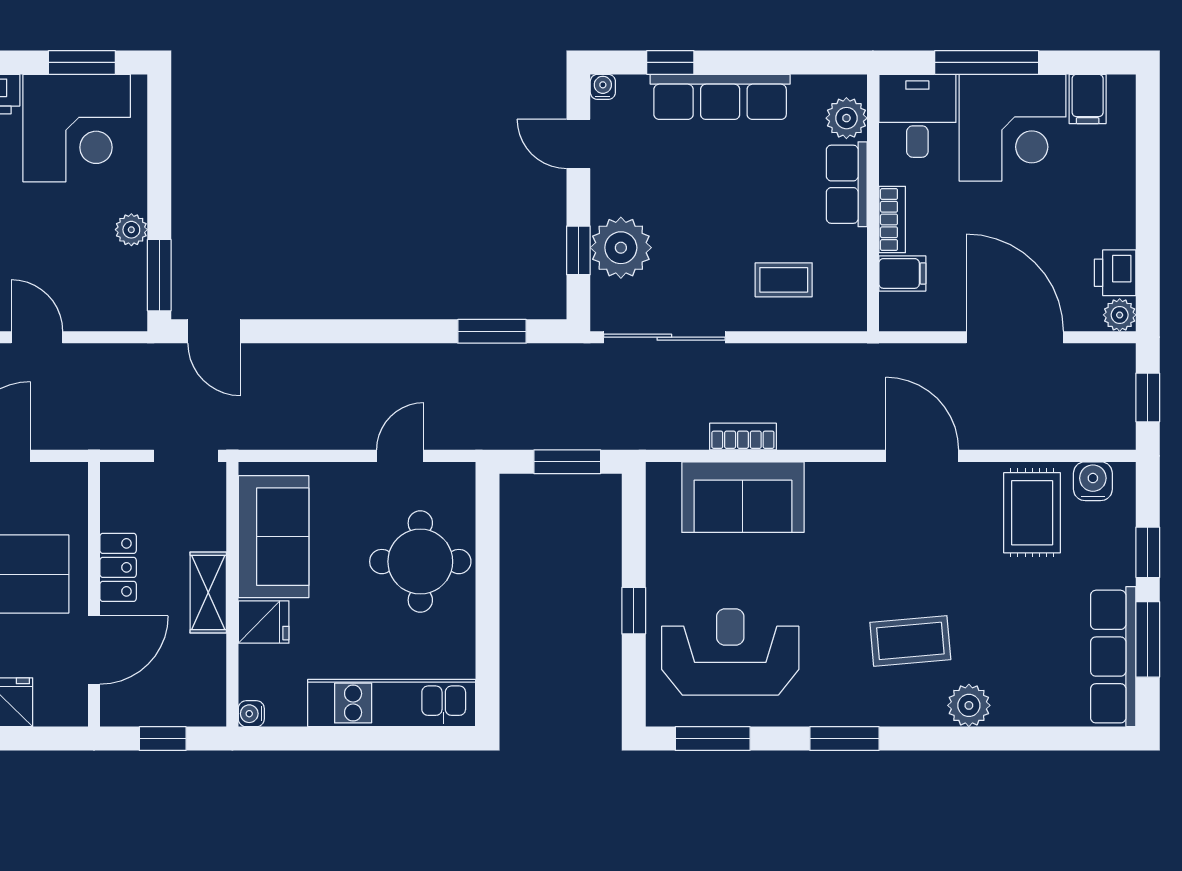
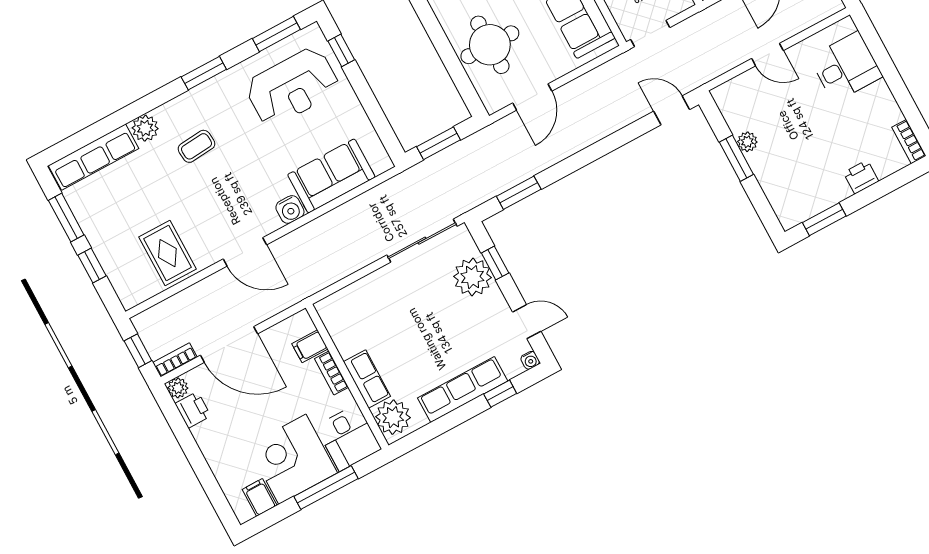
plant: (846, 118) -> (393, 417), width x1.36, depth x1.36
corner desk: (77, 128) -> (808, 182), removed
window: (159, 275) -> (736, 158), moved
coffee table: (784, 280) -> (373, 308), removed
bookcase: (743, 437) -> (175, 360), moved, turned 180
door: (400, 456) -> (532, 97), width x1.38
water cooler: (1093, 481) -> (290, 209), moved
window: (634, 611) -> (341, 50), moved
coffee table: (910, 641) -> (197, 146), width x0.73, depth x0.77
row of seats: (1113, 657) -> (94, 157), moved, turned 90

